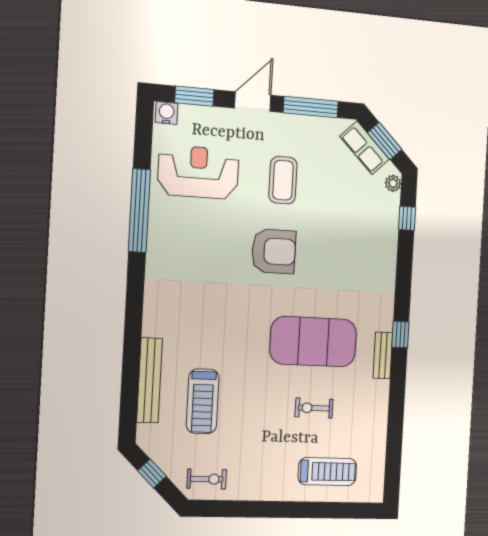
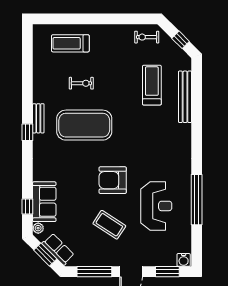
reception desk: (198, 172) -> (156, 206), moved, turned -90
coffee table: (283, 180) -> (109, 225), turned -57
sofa: (381, 224) -> (44, 202), added

